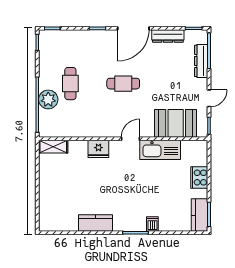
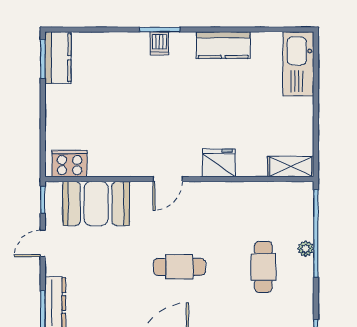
plant: (48, 99) -> (306, 249), width x0.53, depth x0.53
kitchen sink: (160, 150) -> (298, 64), moved, turned -90
cooker: (199, 178) -> (70, 164), moved, turned -90
dishwasher: (152, 224) -> (159, 43), moved

